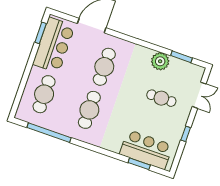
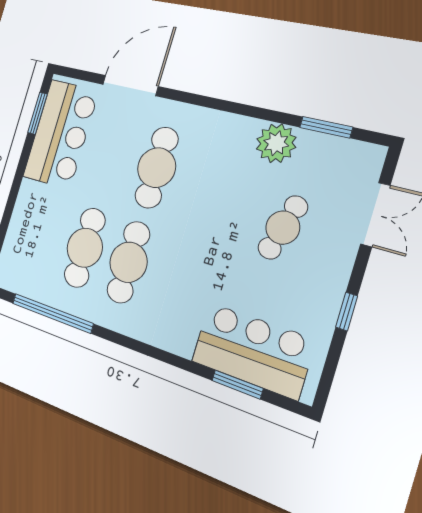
cafe table: (44, 94) -> (85, 248), moved
cafe table: (161, 98) -> (283, 228), turned -74

